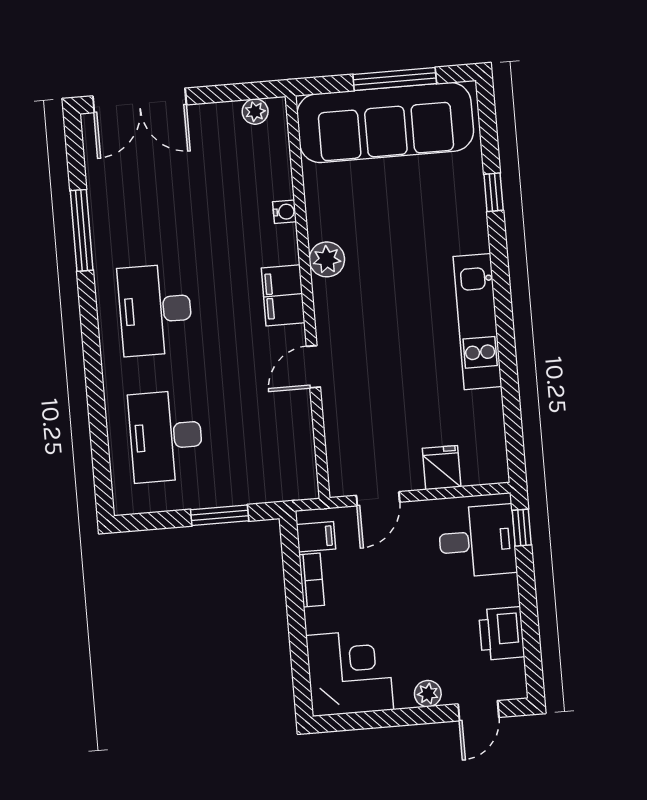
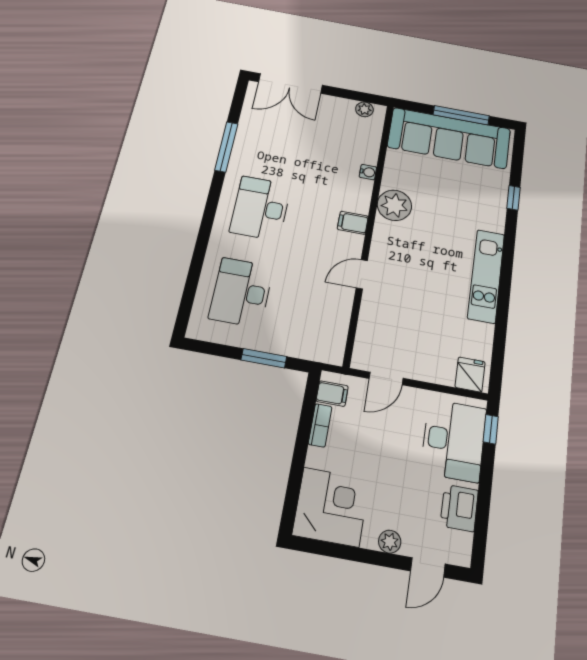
plant: (327, 259) -> (394, 205), width x1.36, depth x1.36
filing cabinet: (283, 295) -> (353, 223), width x0.50
fridge: (442, 468) -> (470, 374), moved
desk: (477, 541) -> (454, 440), width x1.37

